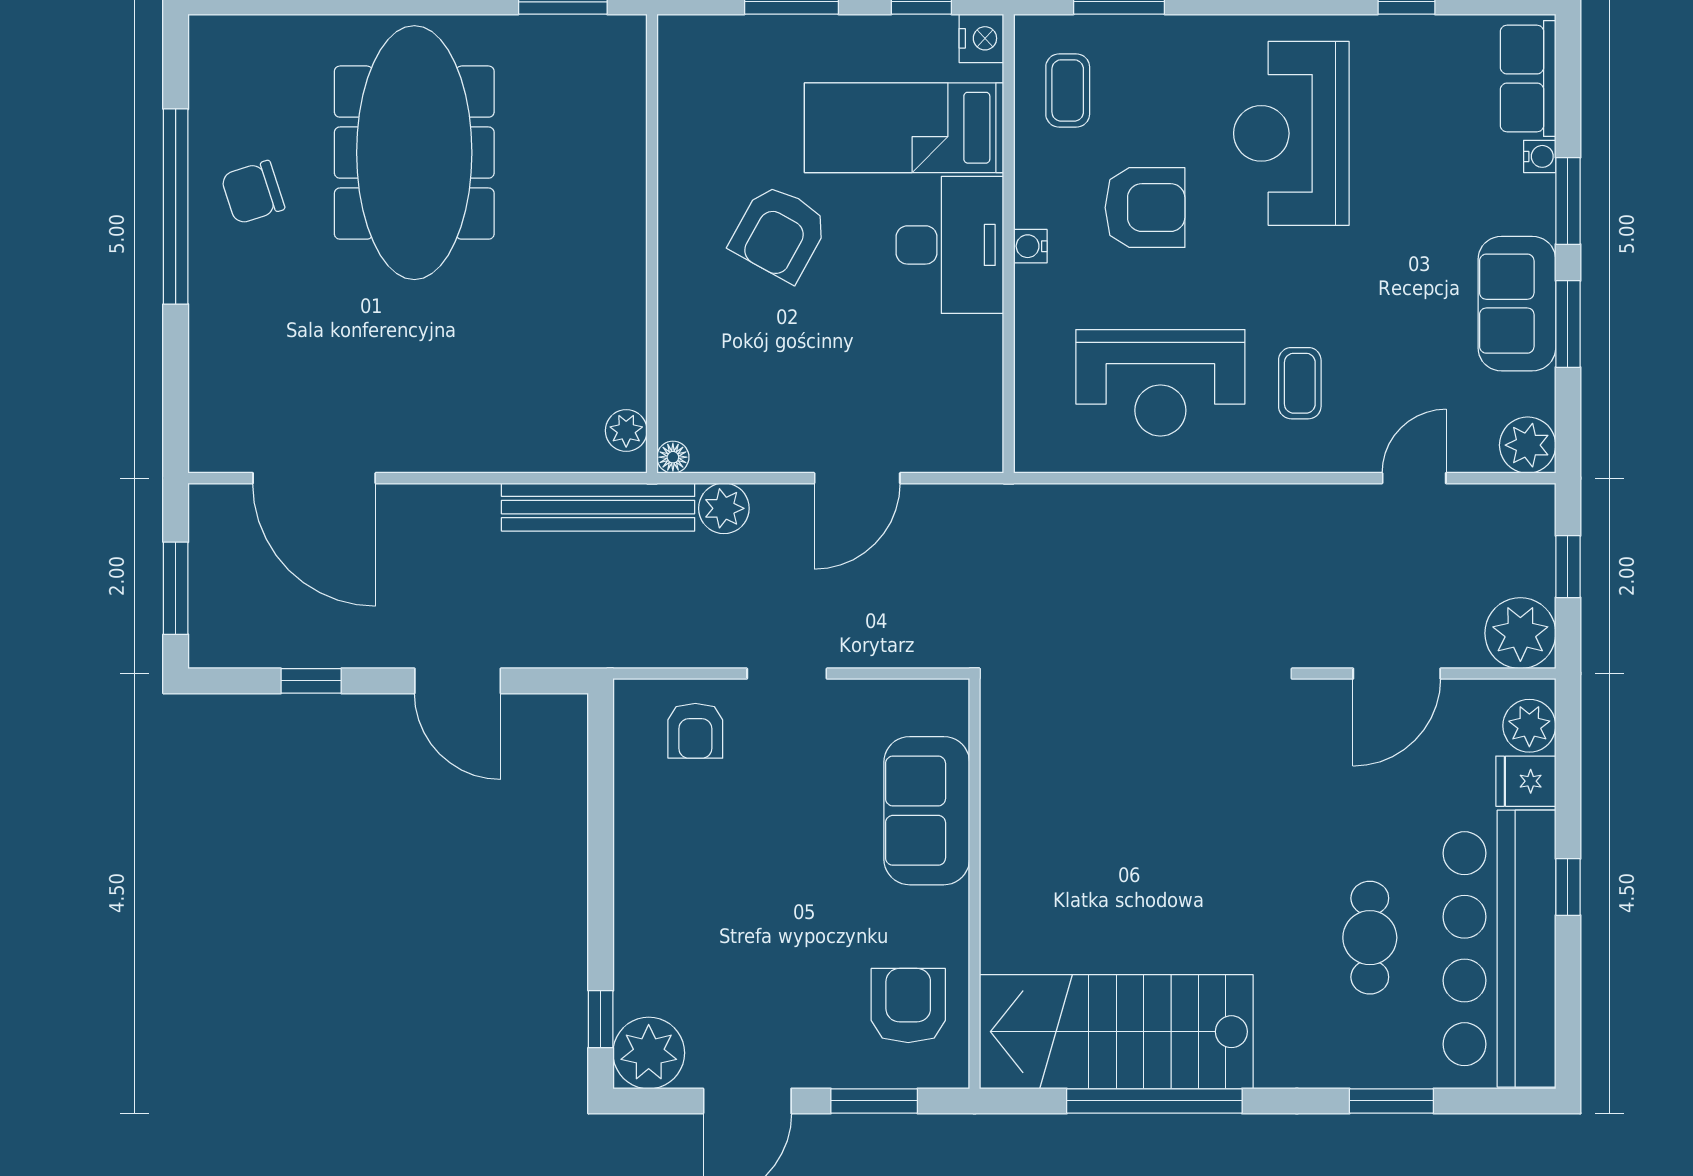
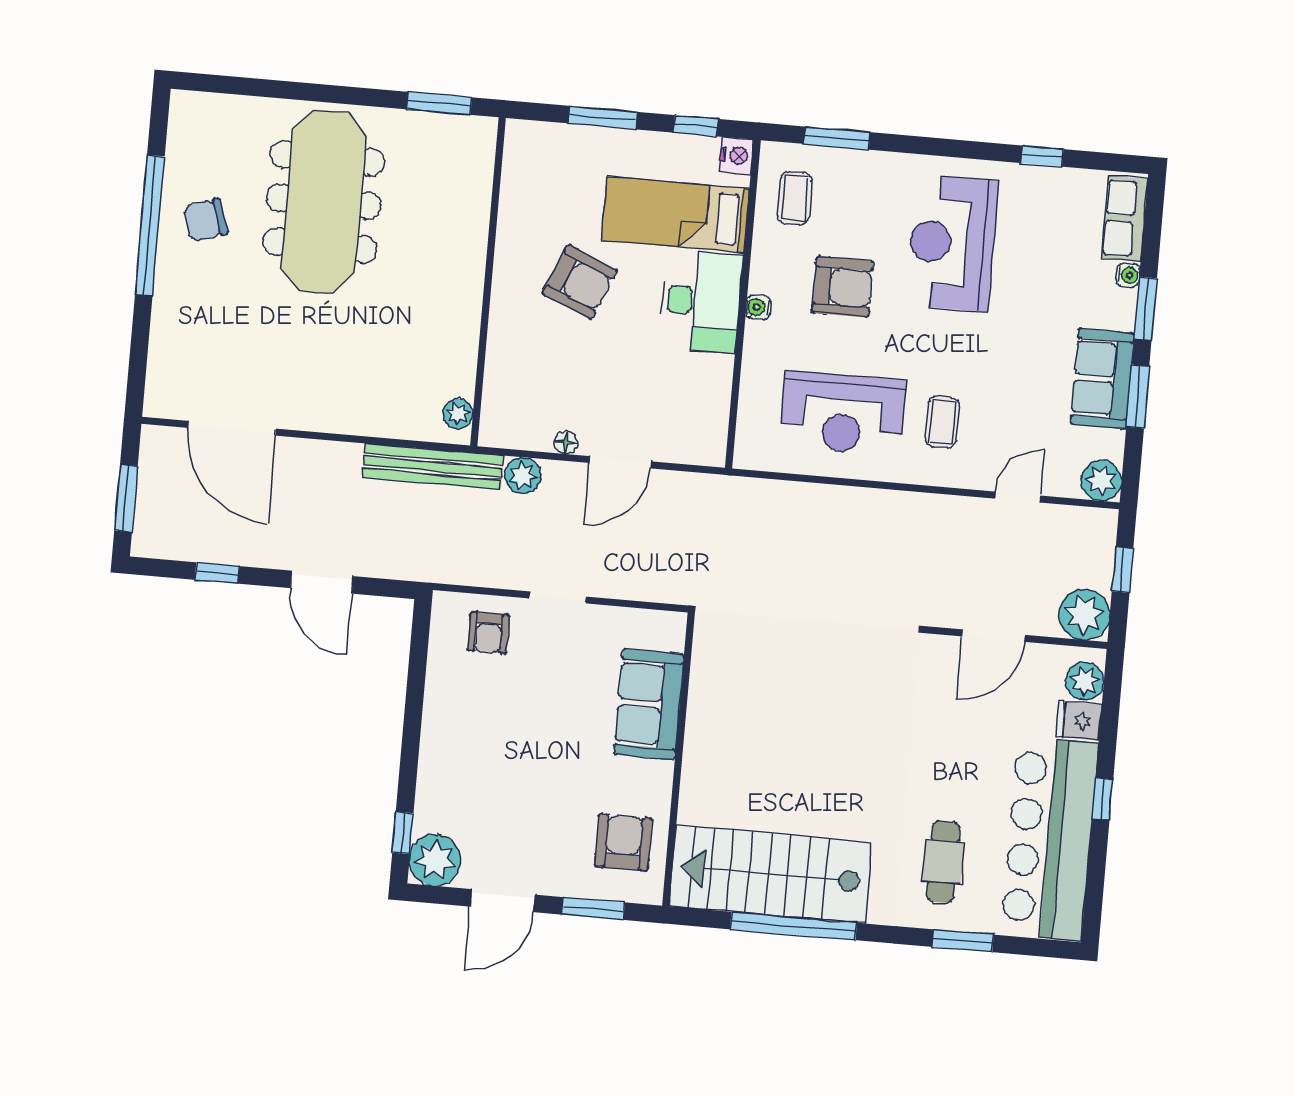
armchair: (779, 233) -> (580, 282), turned -96
floor lamp: (673, 457) -> (566, 442), moved
cafe table: (1370, 938) -> (943, 862), moved

